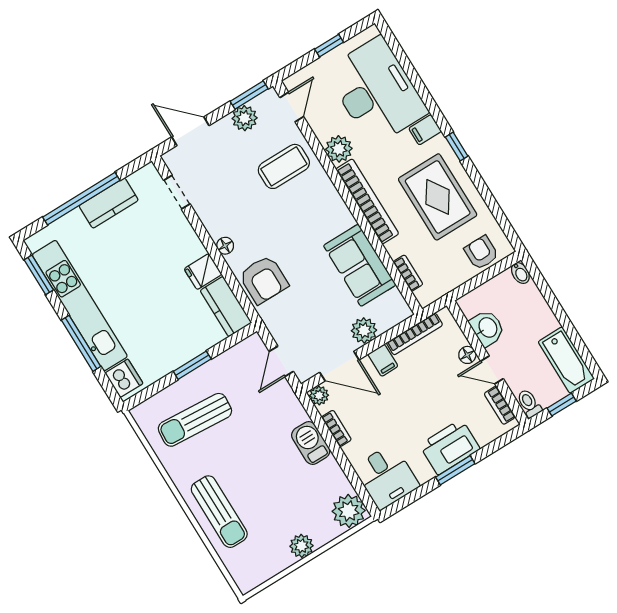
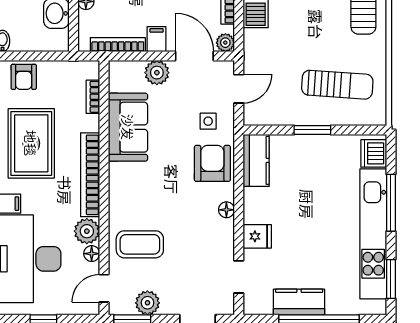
floor lamp: (322, 131) -> (92, 254), added
fridge: (203, 272) -> (257, 236), moved
side table: (291, 315) -> (208, 121), added

